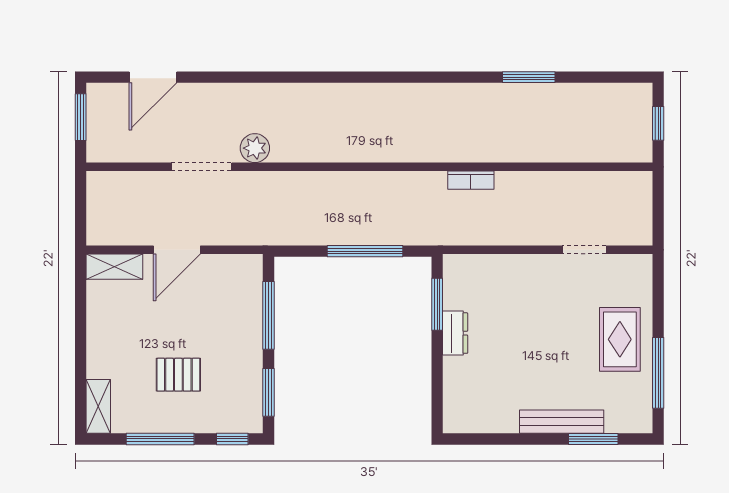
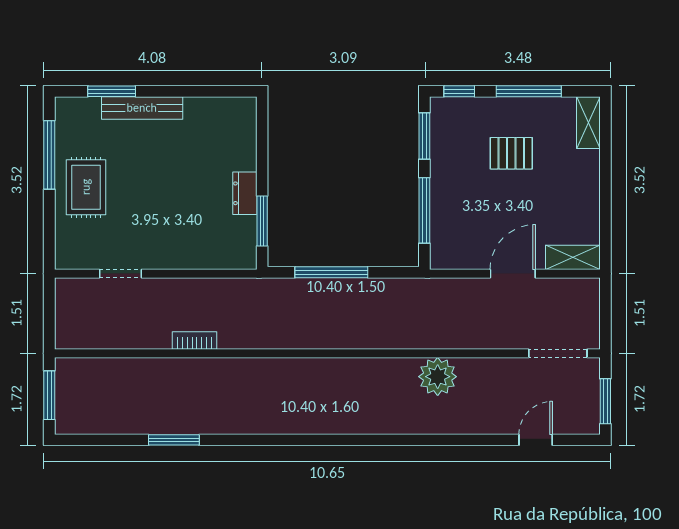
door: (153, 77) -> (536, 440), width x0.73
window: (658, 123) -> (49, 395), width x1.50
plant: (255, 148) -> (438, 377), width x1.36, depth x1.36
doorway: (202, 167) -> (558, 353), moved
bookcase: (471, 180) -> (194, 341), moved

